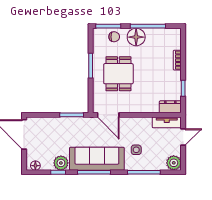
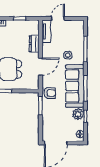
dresser: (170, 107) -> (34, 44), moved
door: (108, 115) -> (40, 67), moved
armchair: (88, 127) -> (50, 93), added
door: (183, 137) -> (58, 18), hinge flipped
plant: (174, 163) -> (78, 26), removed

